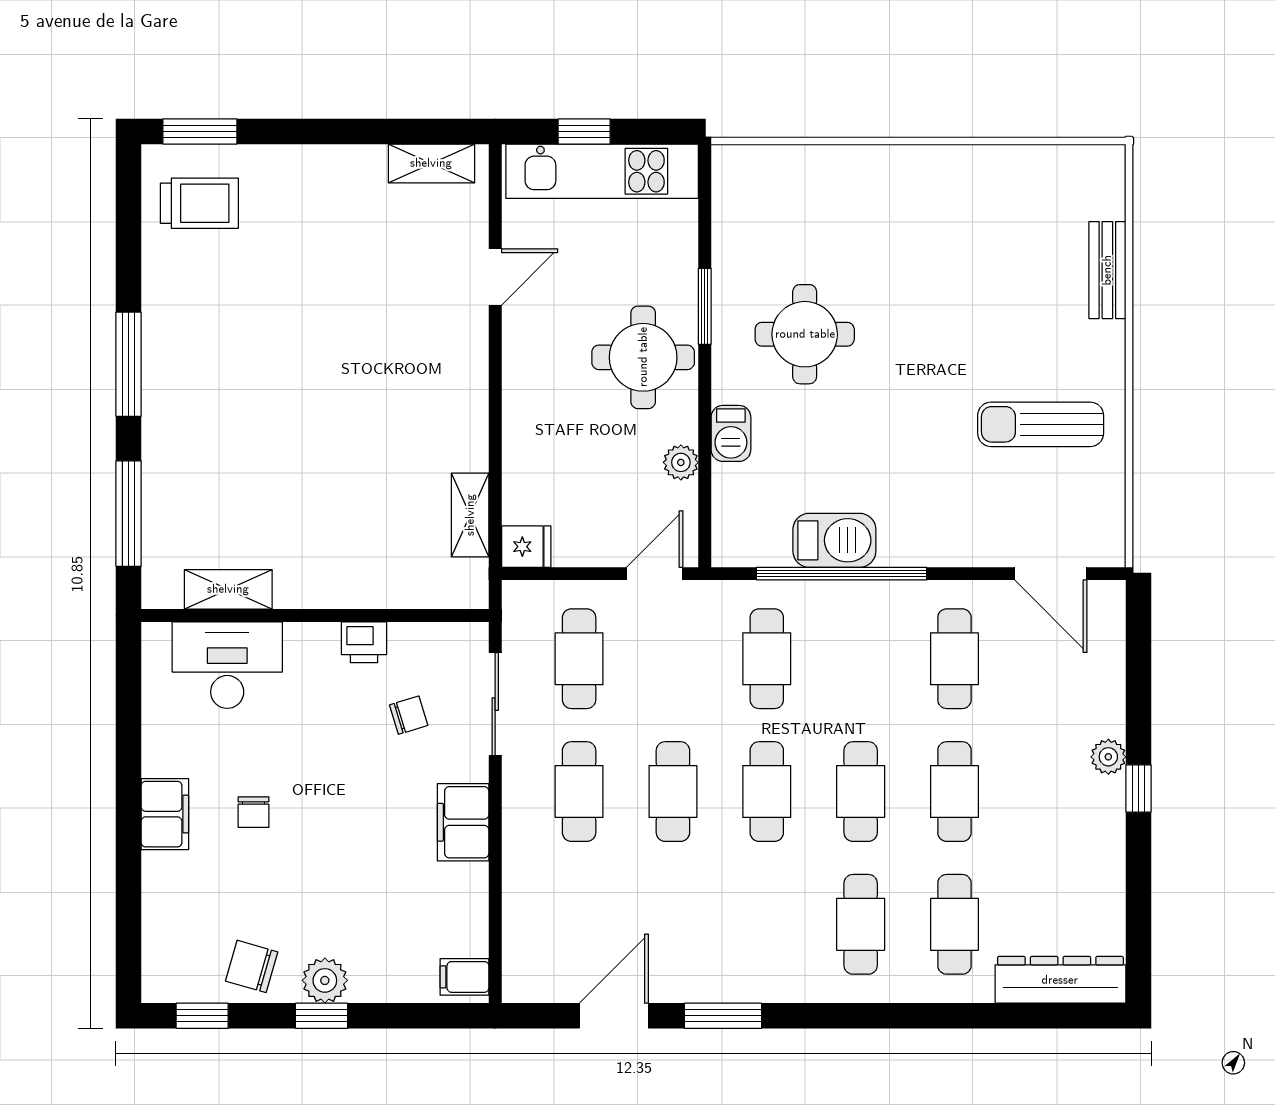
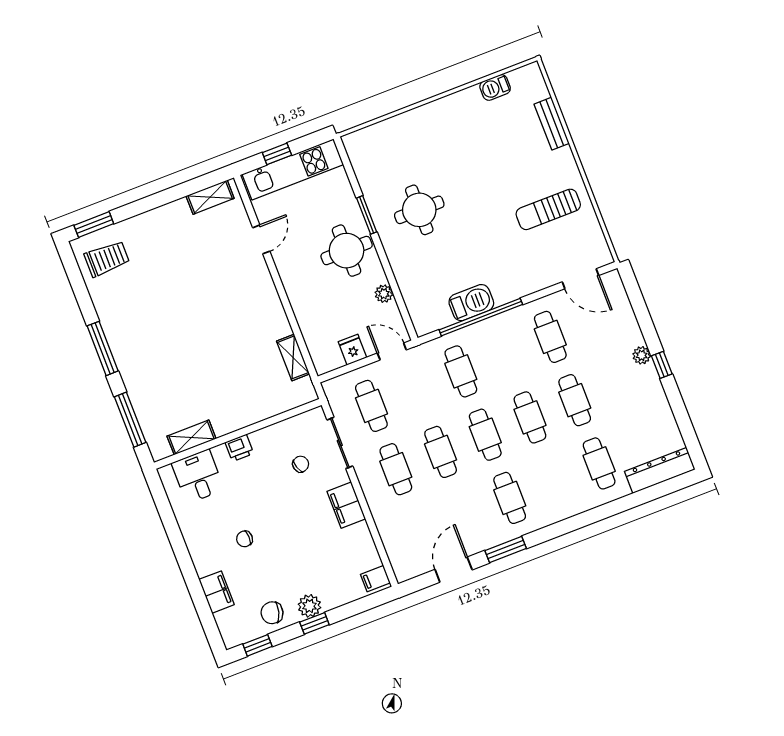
barbecue: (731, 433) -> (495, 87), moved, turned 90
fridge: (526, 547) -> (352, 350), moved, turned -90
door: (655, 574) -> (392, 351), hinge flipped
printer: (364, 642) -> (239, 448), moved
desk: (227, 665) -> (198, 476), width x0.73
chair: (254, 812) -> (245, 539), turned 90
filing cabinet: (165, 814) -> (217, 592), moved
cafe table: (861, 924) -> (510, 498), moved

